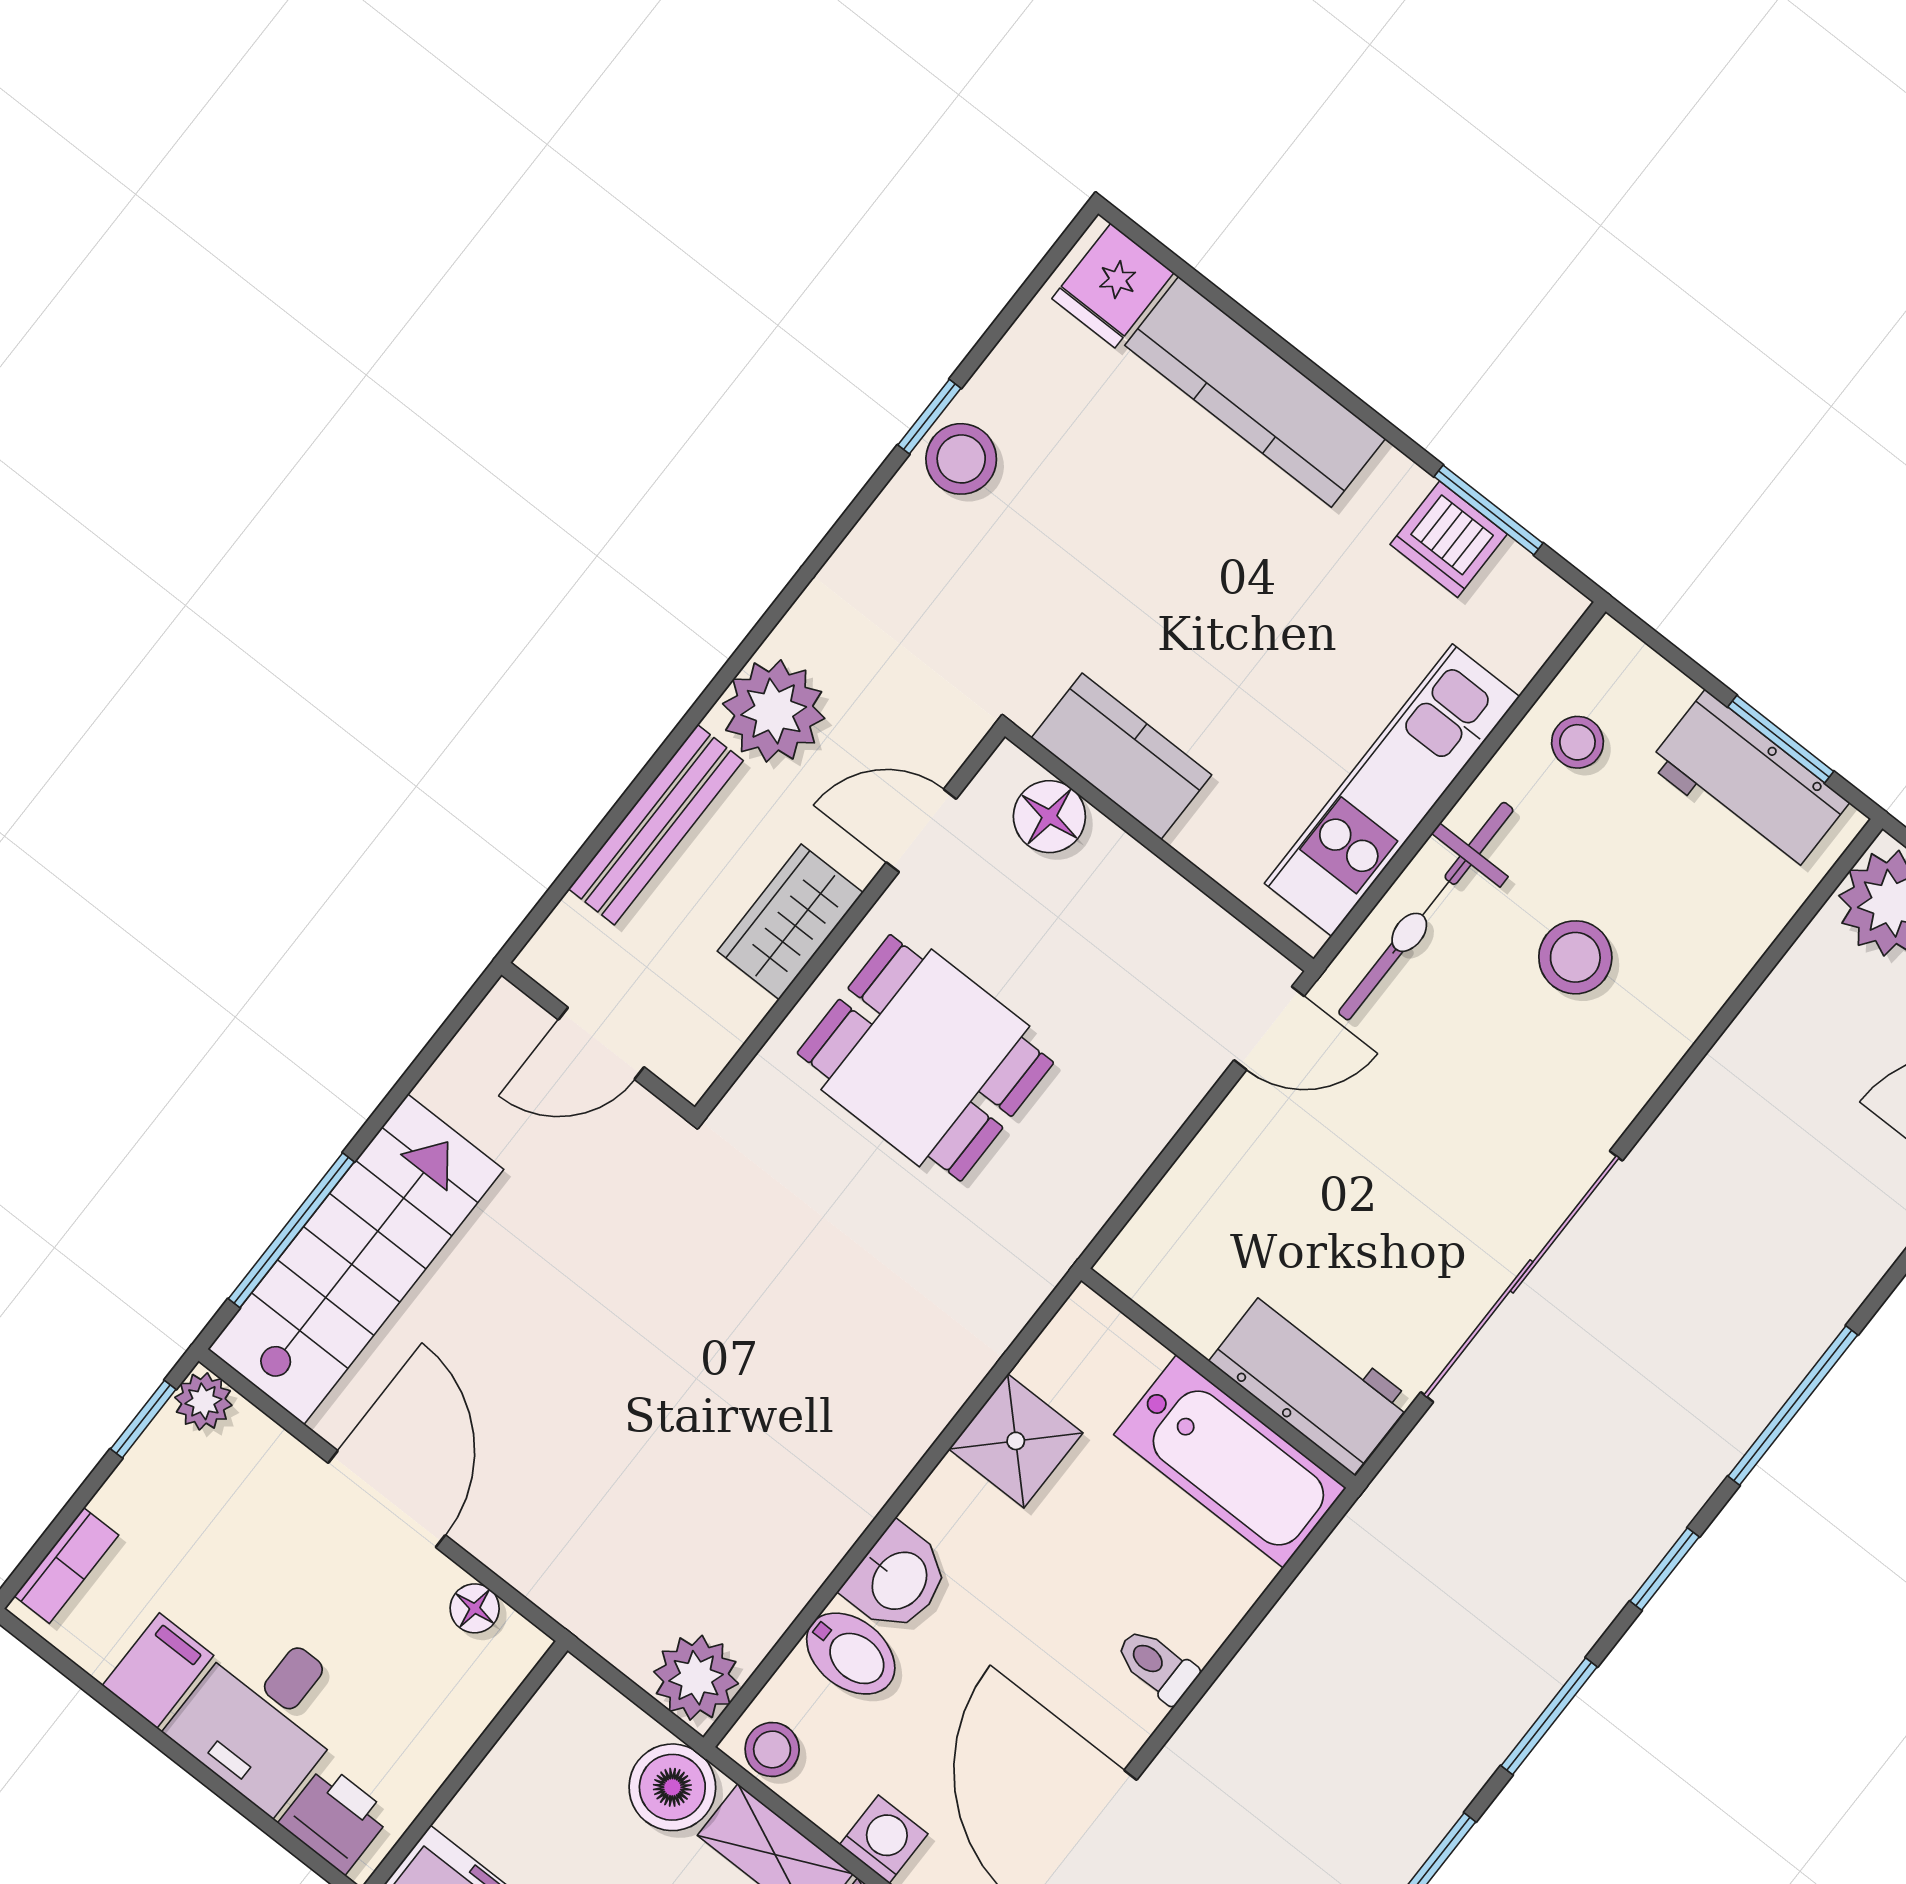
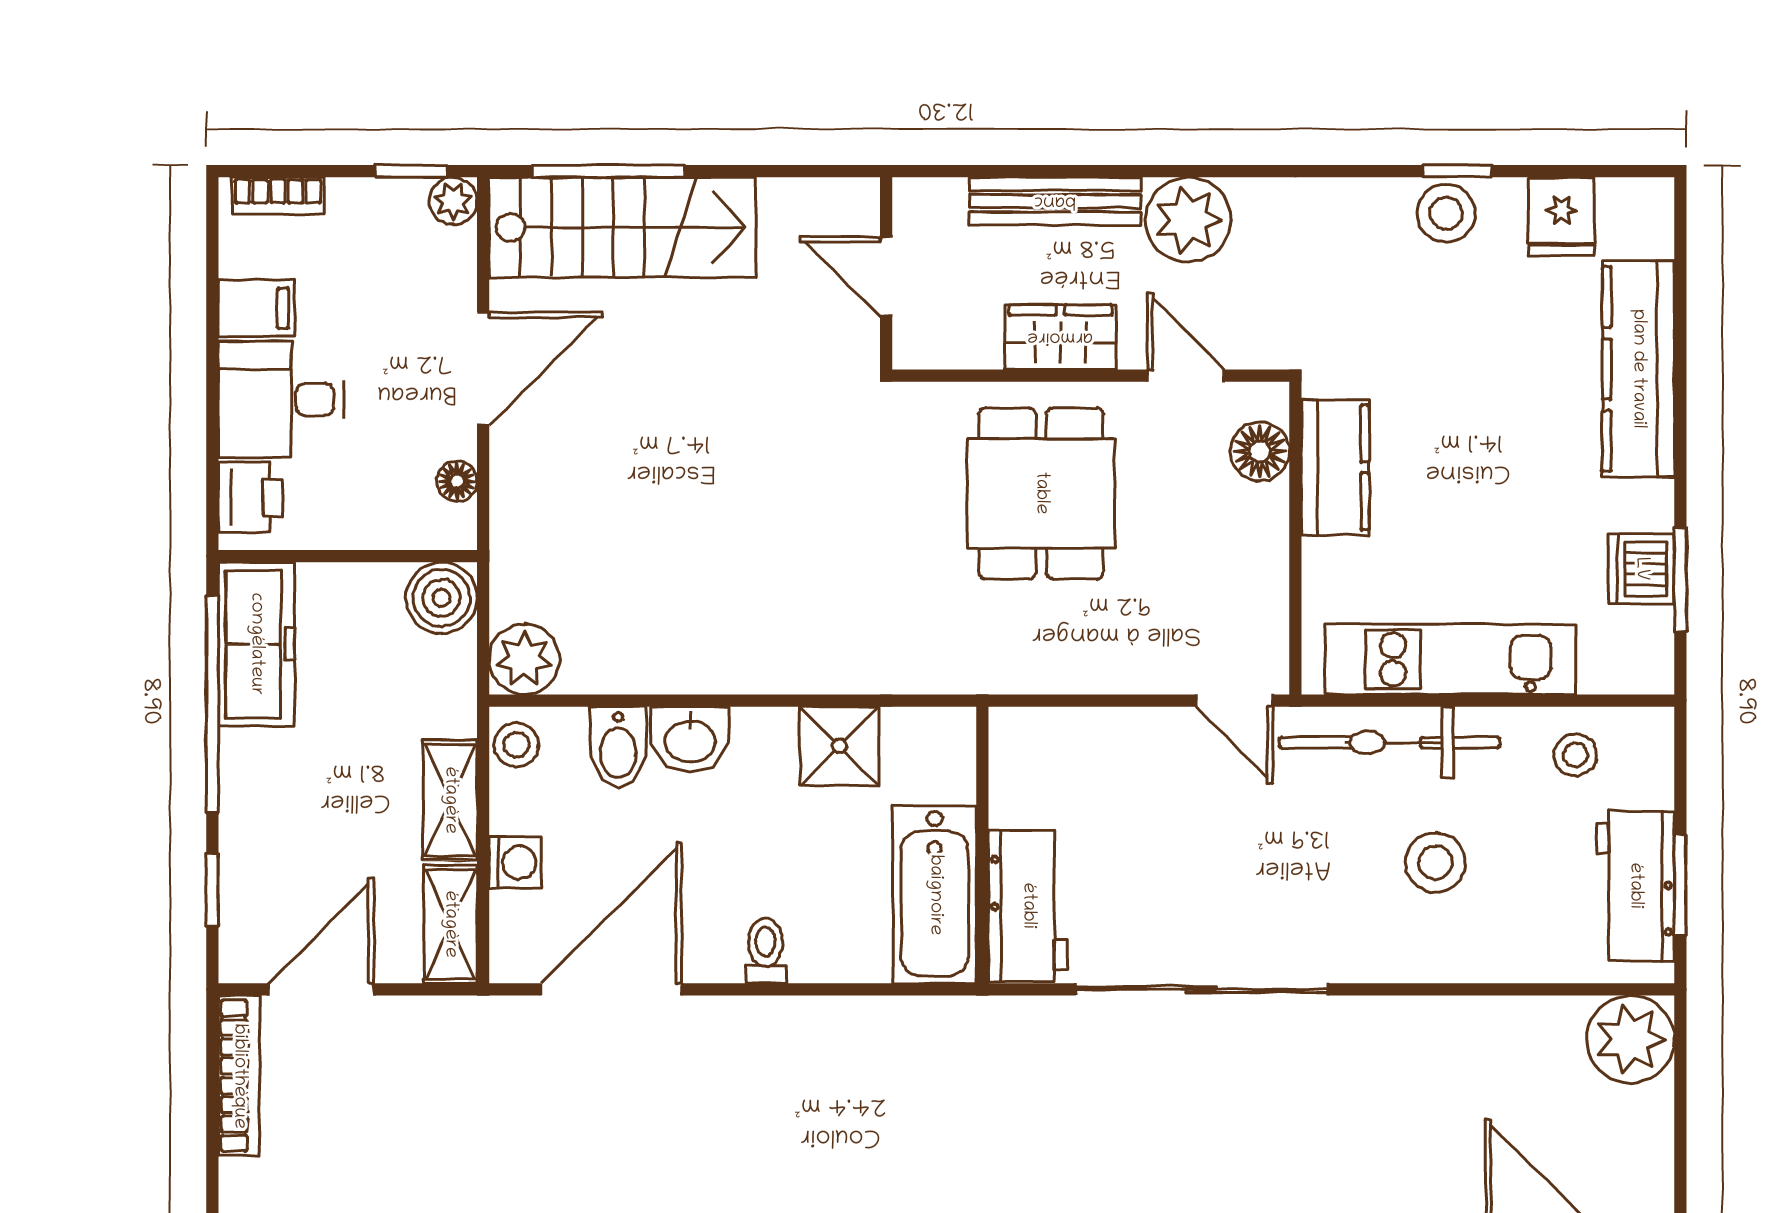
fridge: (1113, 286) -> (1561, 217), moved, turned -90
boiler: (672, 1787) -> (441, 598), moved

